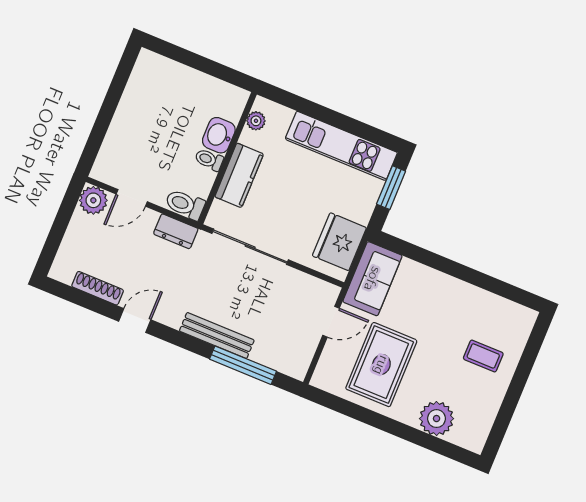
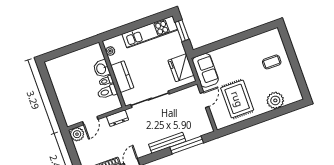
toilet: (185, 204) -> (107, 92), moved

